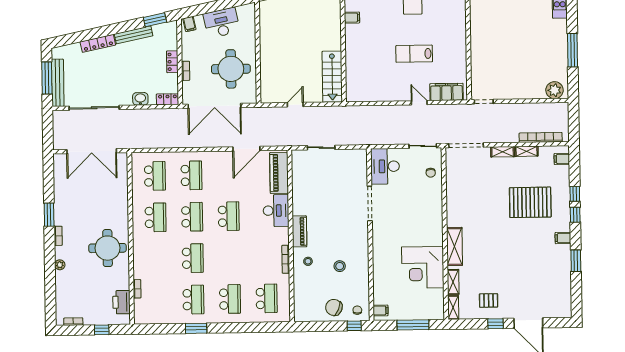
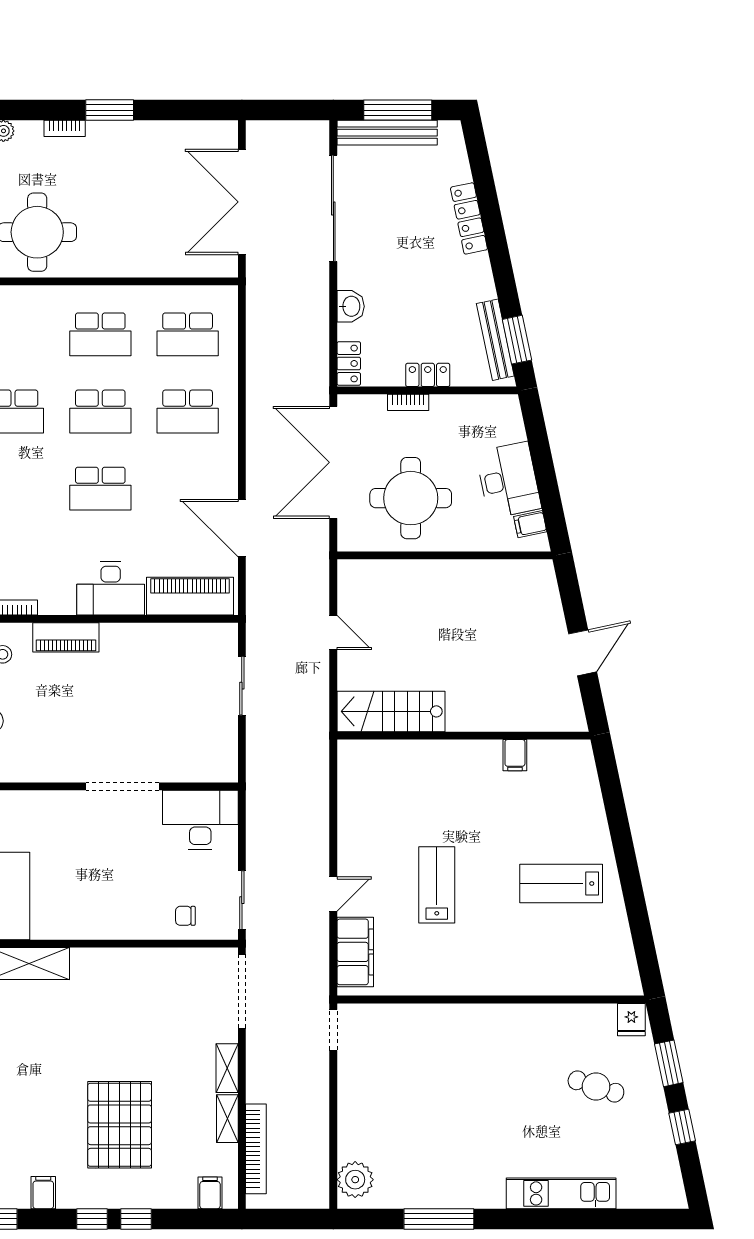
filing cabinet: (189, 24) -> (530, 524), moved
bench: (134, 35) -> (495, 340), moved

